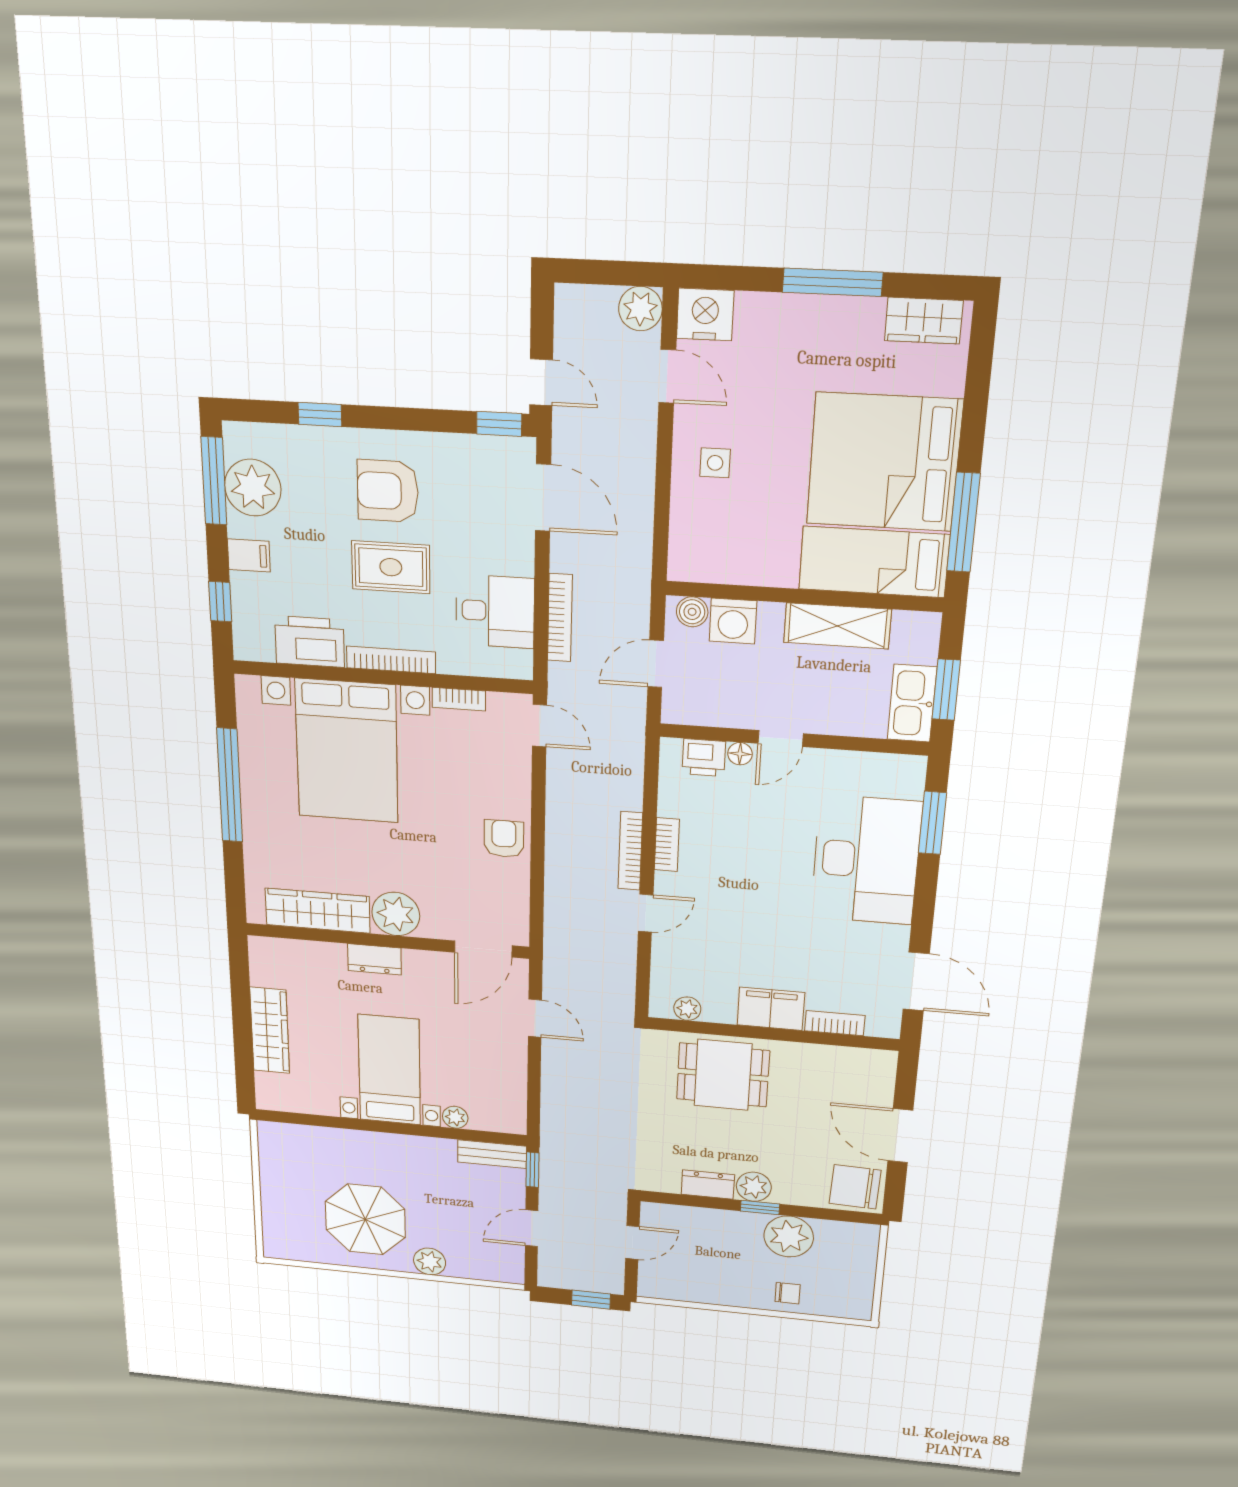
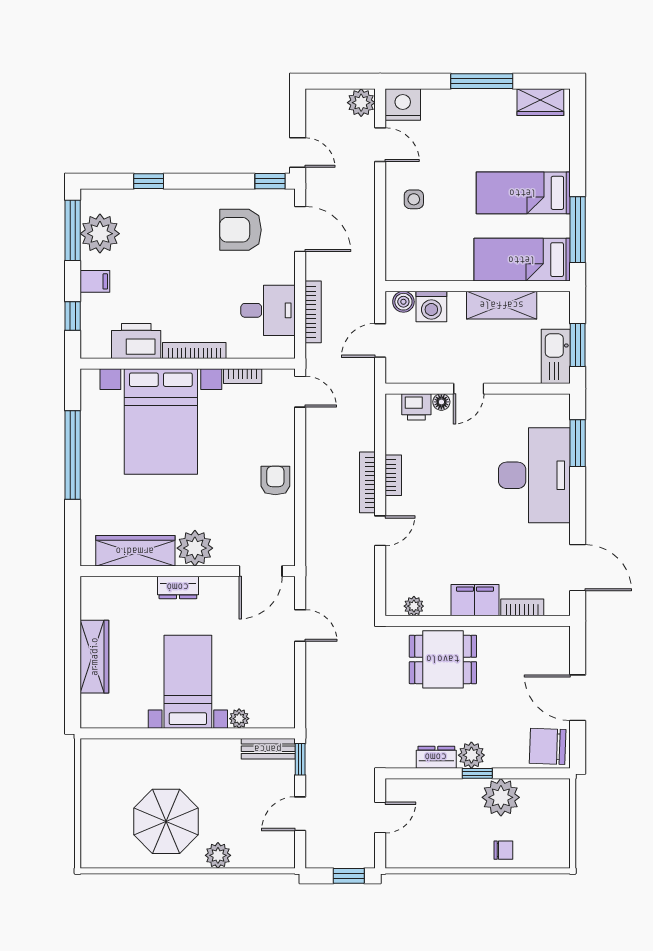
bed: (884, 462) -> (523, 193), width x0.49
armchair: (388, 491) -> (240, 230), moved
rug: (391, 567) -> (195, 284), removed

